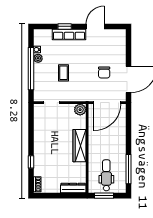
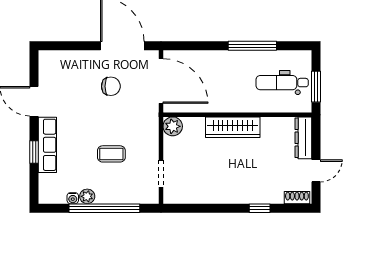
window: (129, 169) -> (252, 46), moved
door: (53, 196) -> (316, 171), added

